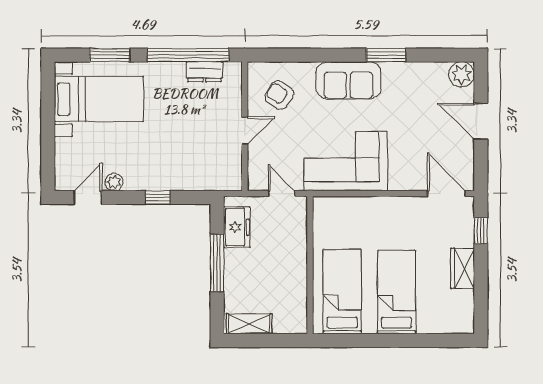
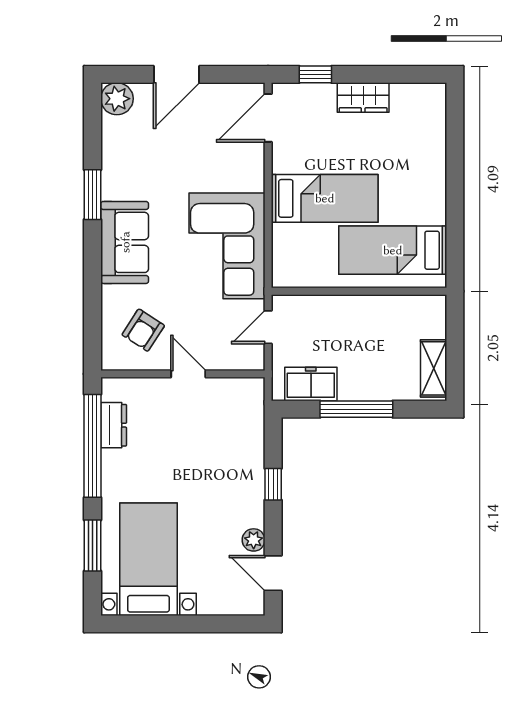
bed: (397, 292) -> (325, 198), moved, turned 180

